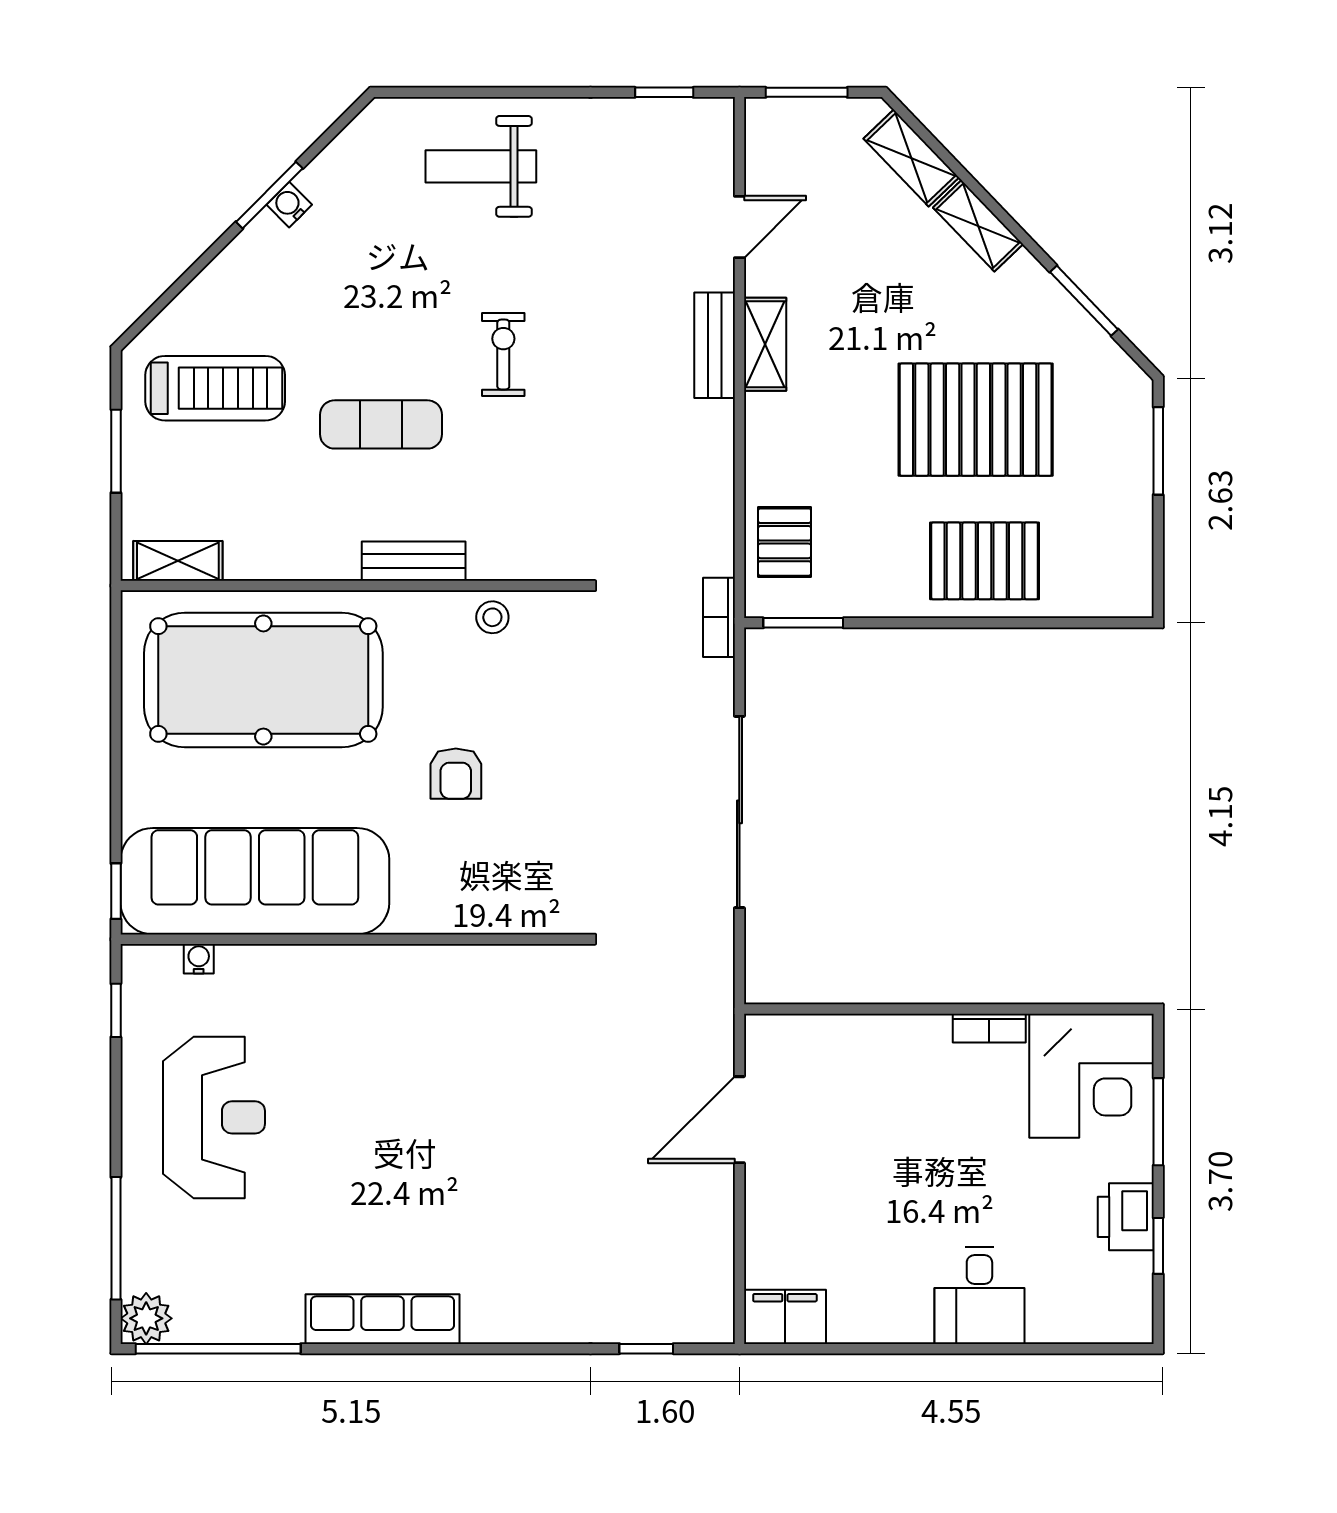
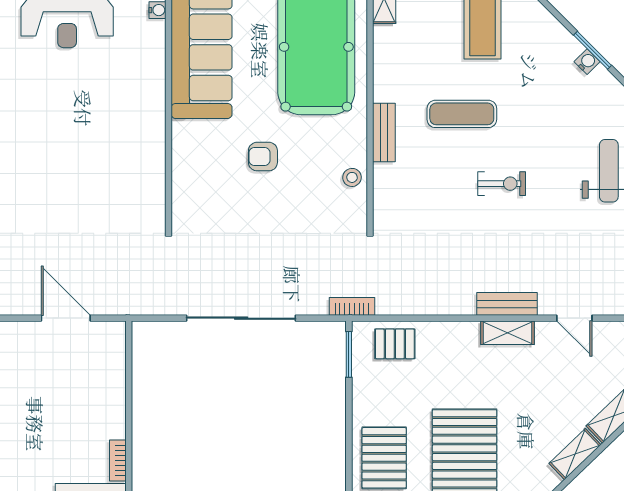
exercise mat: (381, 424) -> (462, 114), turned 90

